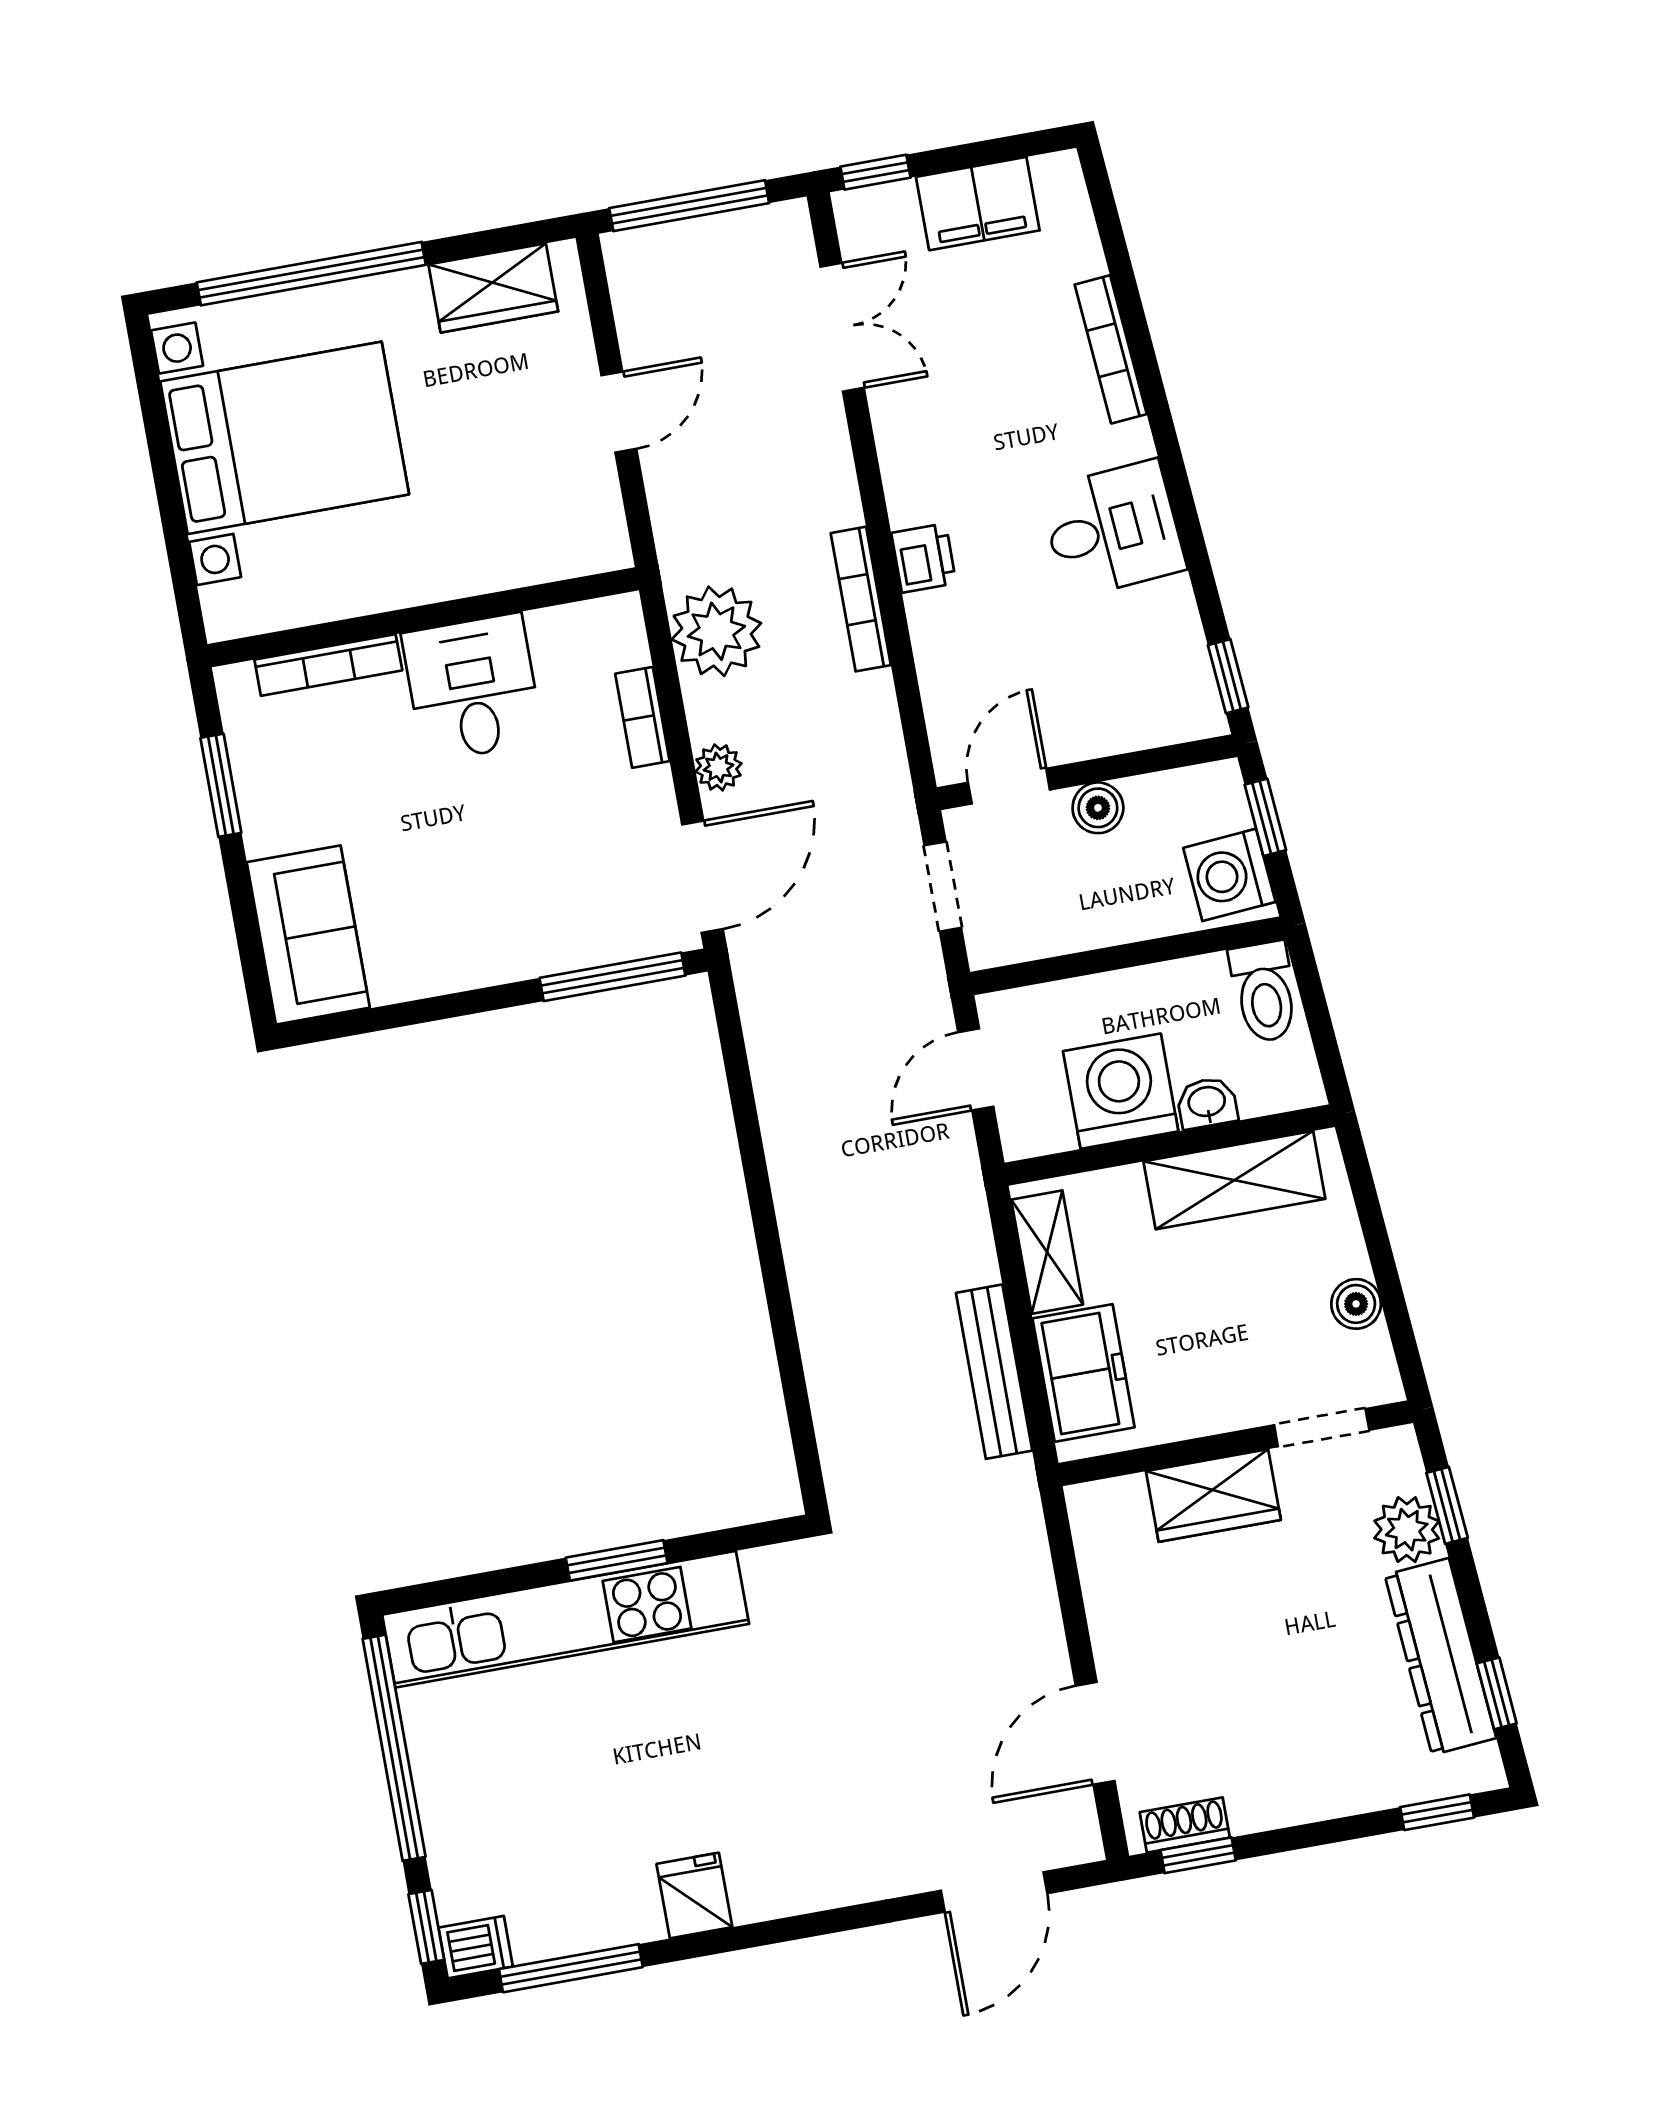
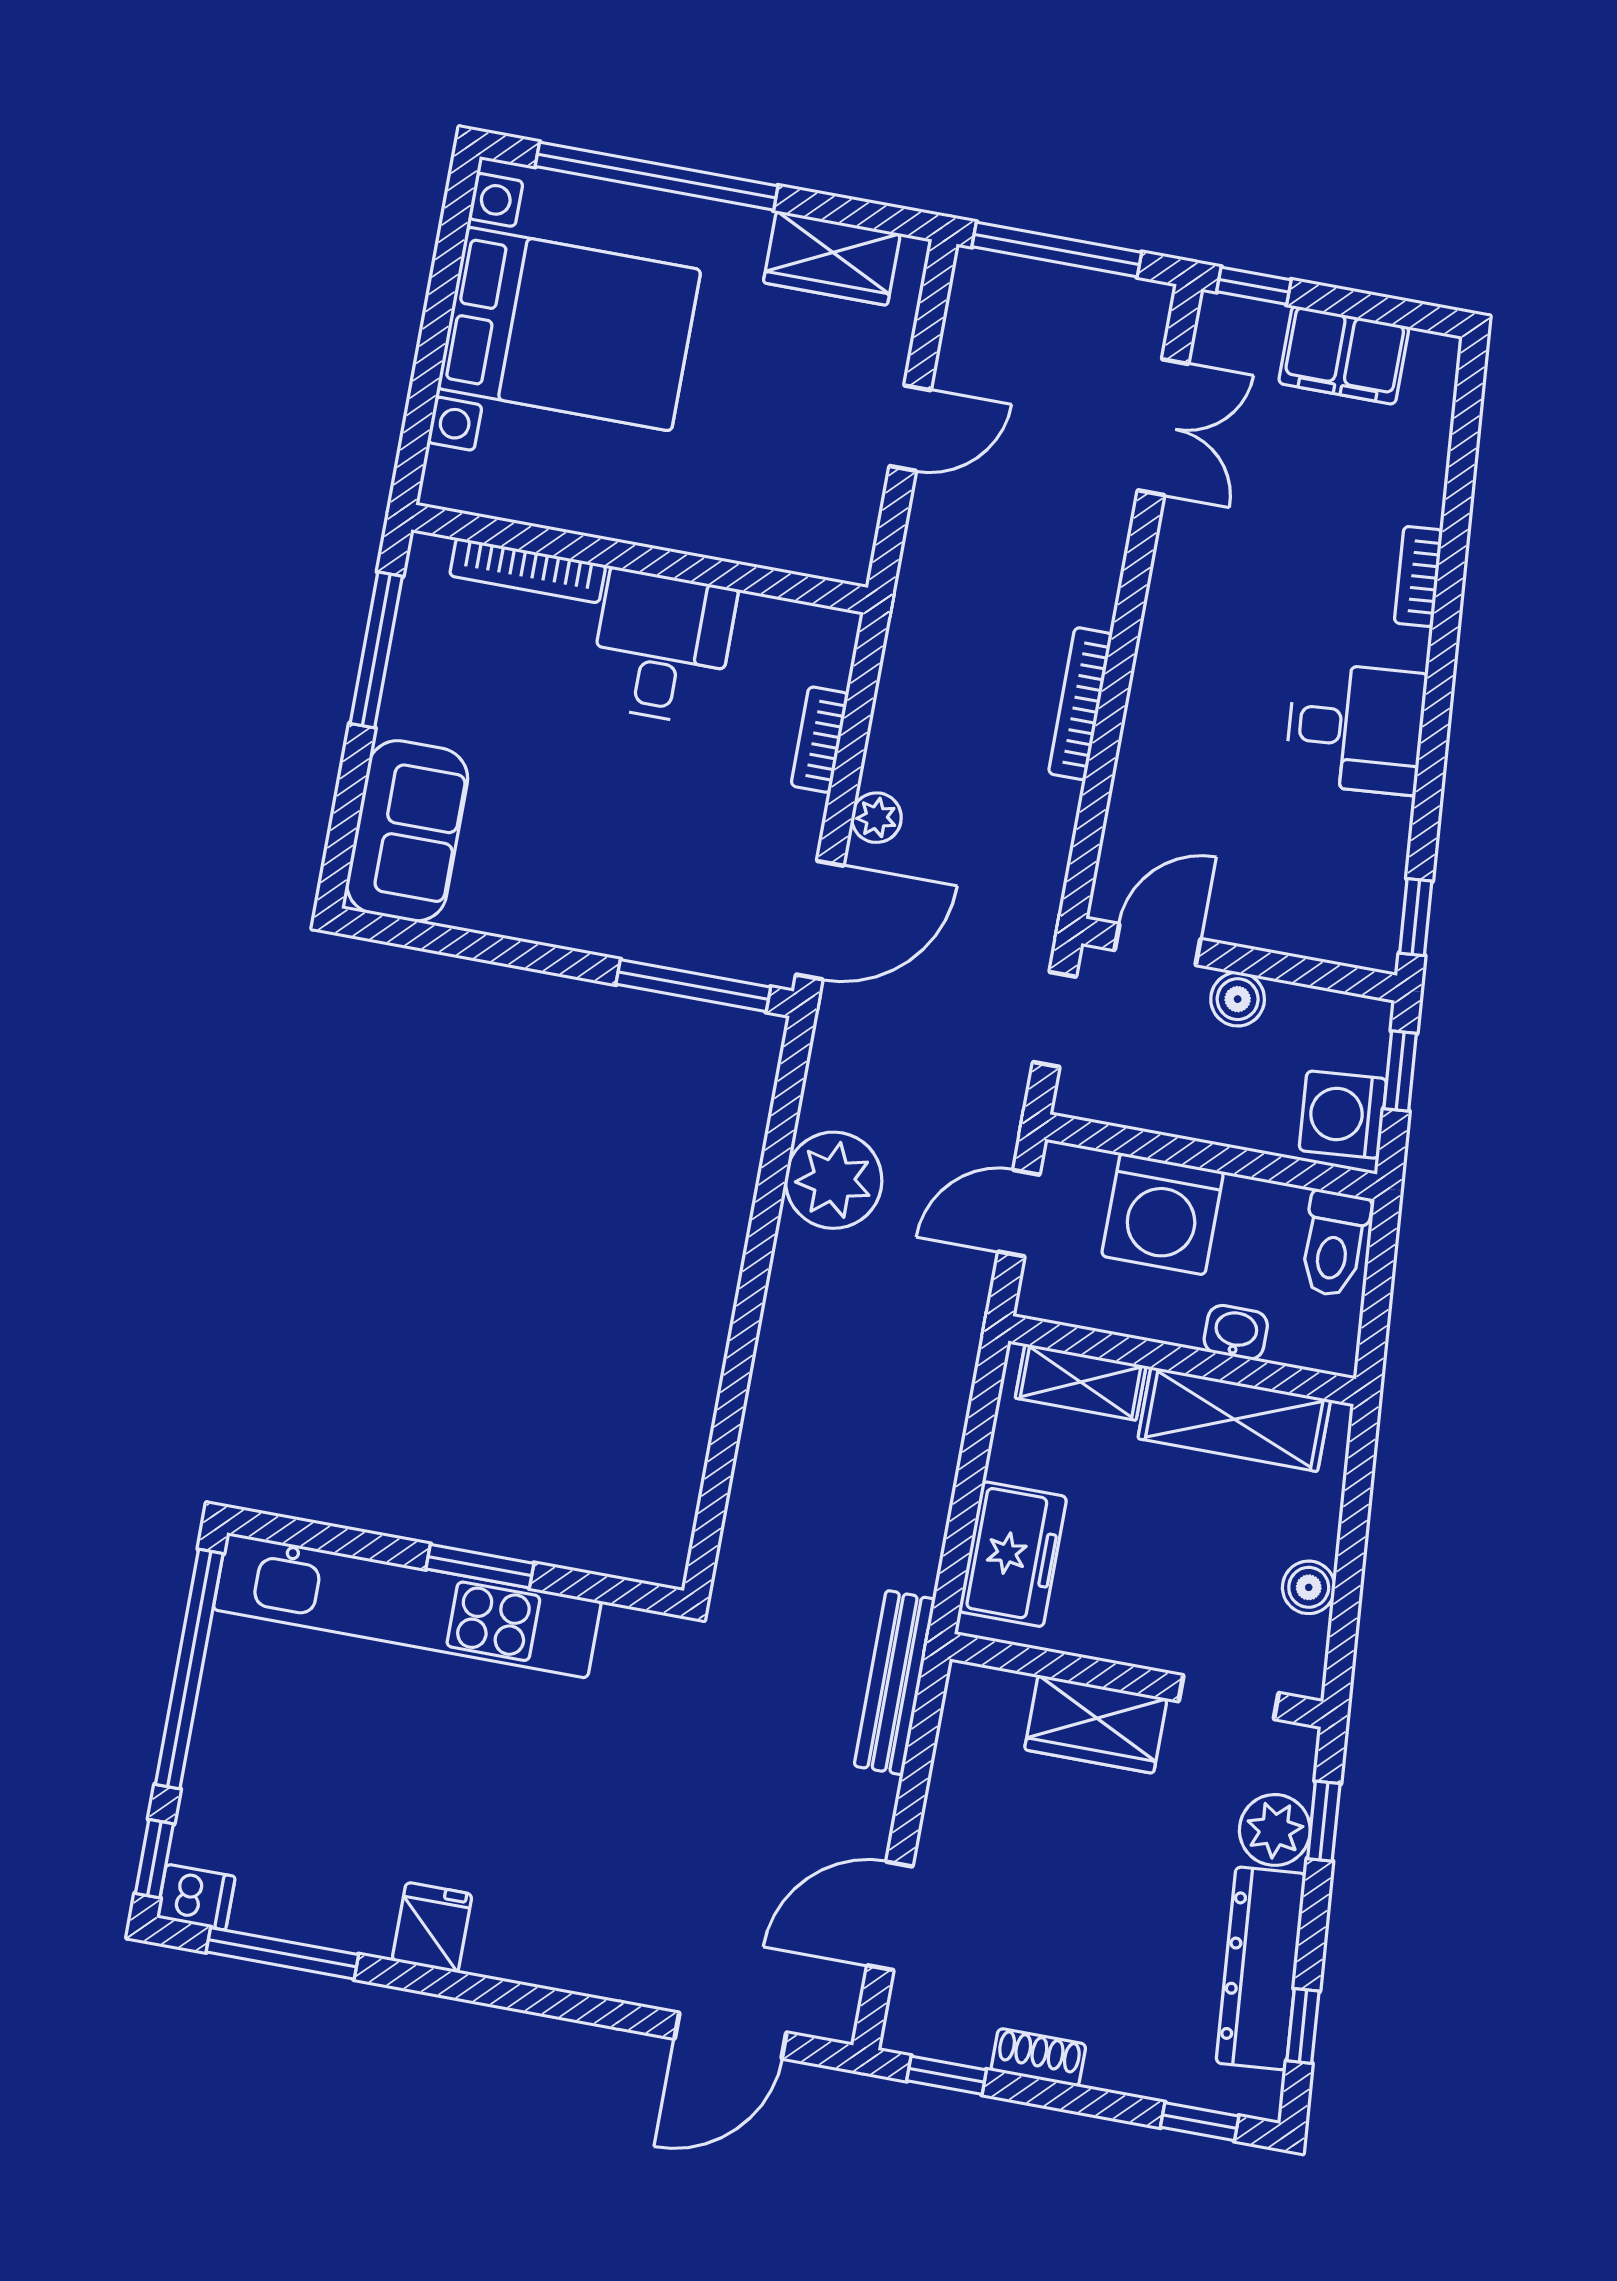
bookcase: (1111, 349) -> (1418, 576), width x0.64
printer: (924, 558) -> (1158, 686), removed
plant: (716, 631) -> (834, 1180), moved
window: (221, 785) -> (376, 650), width x1.44
washing machine: (1121, 1091) -> (1163, 1214), moved, turned 180
shelving: (1047, 1252) -> (1081, 1382), moved, turned 90
bench: (994, 1372) -> (895, 1683), moved
shoe rack: (1185, 1825) -> (1038, 2057), moved

